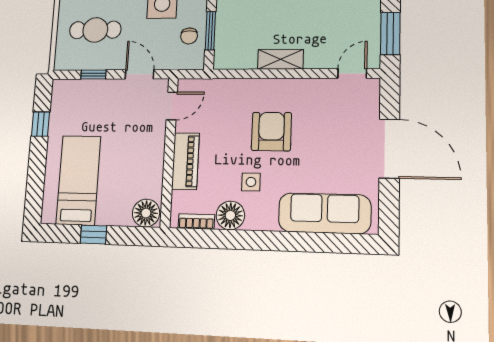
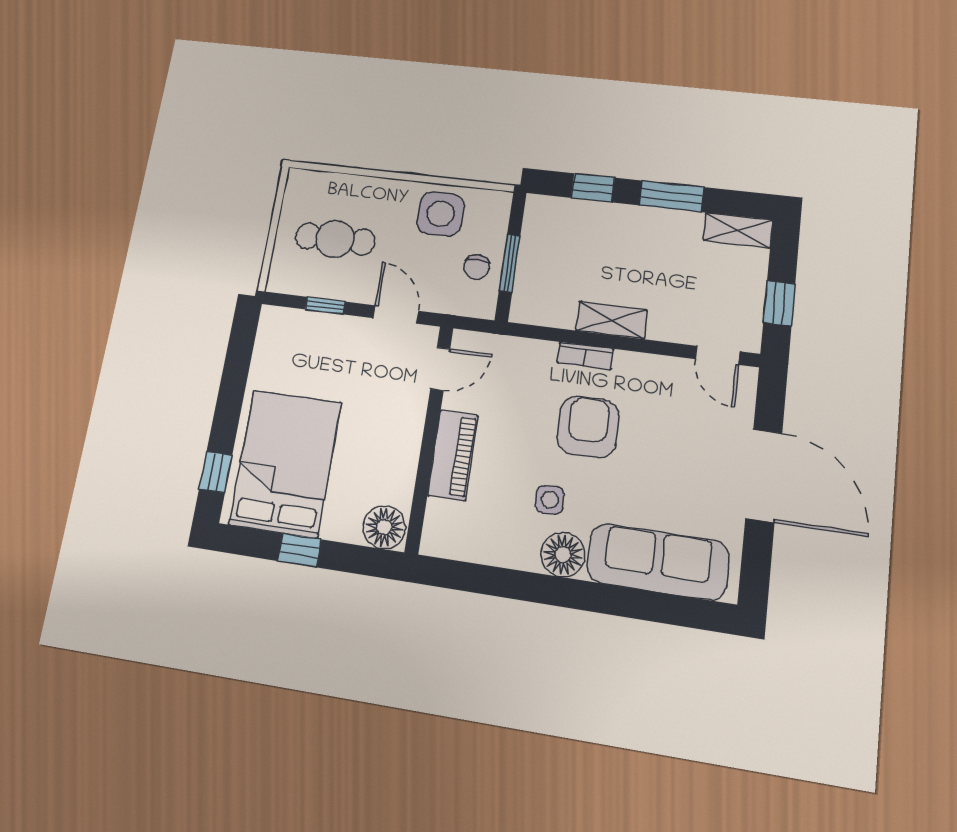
window: (390, 34) -> (779, 303), width x0.67
door: (352, 73) -> (718, 355), swing flipped
window: (41, 124) -> (216, 472), moved
bed: (78, 180) -> (285, 463), width x1.50
floor lamp: (230, 215) -> (563, 555), moved
bookcase: (196, 221) -> (585, 356), moved, turned 180

